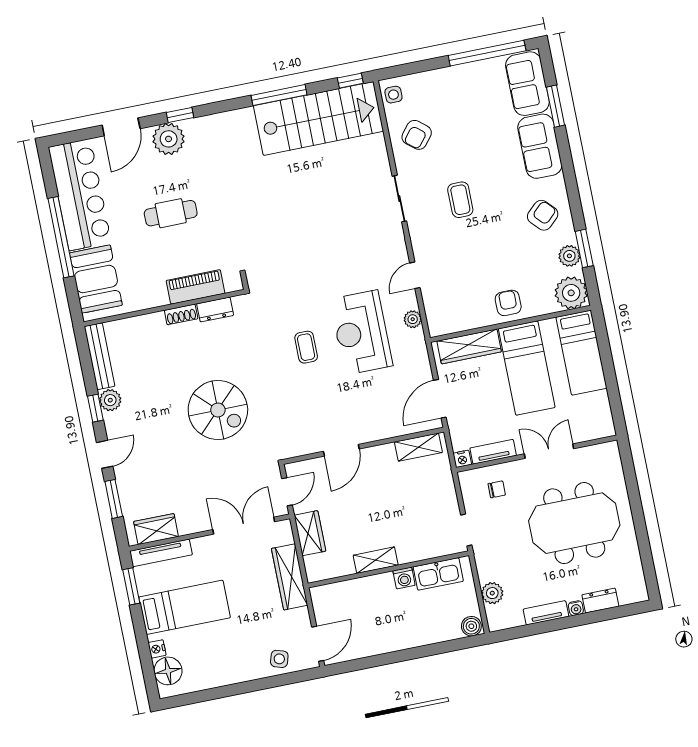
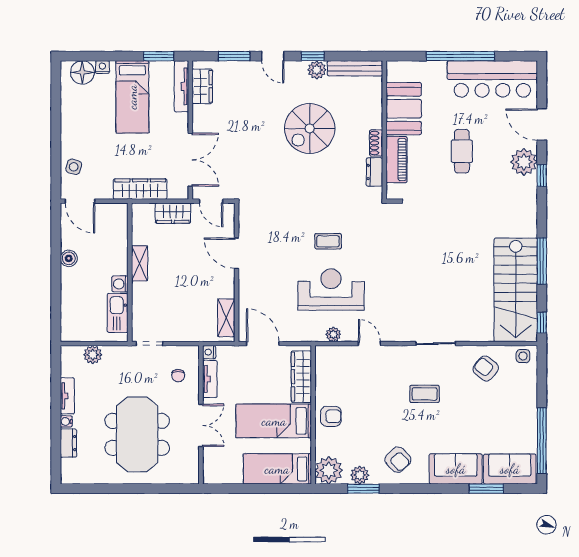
booth: (96, 279) -> (404, 109), moved, turned 90
spiral stairs: (218, 410) -> (310, 128), moved
boiler: (471, 626) -> (69, 258), moved

